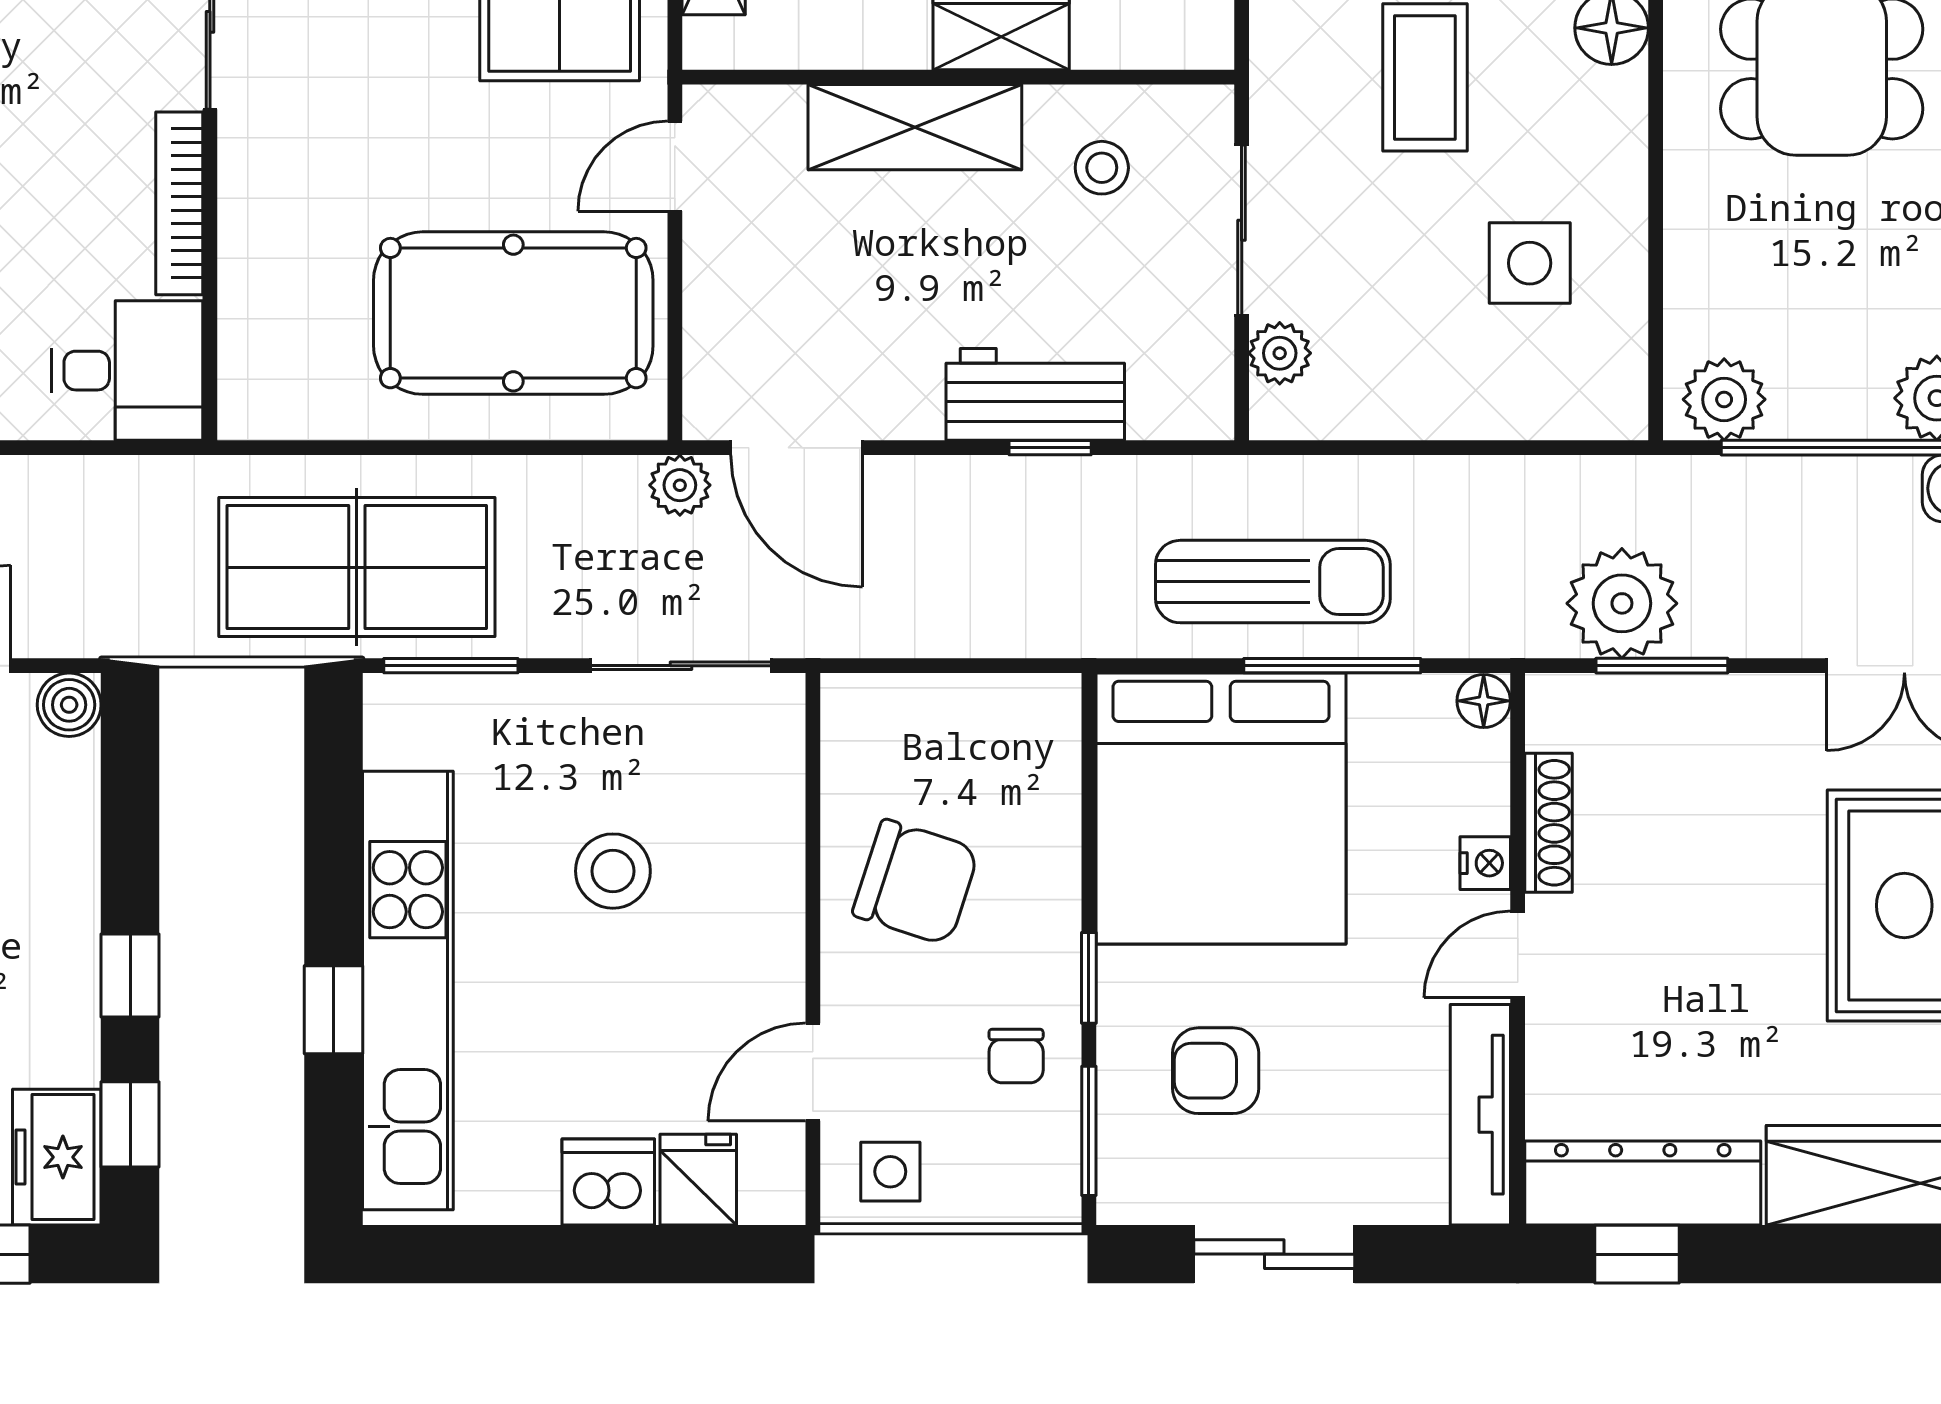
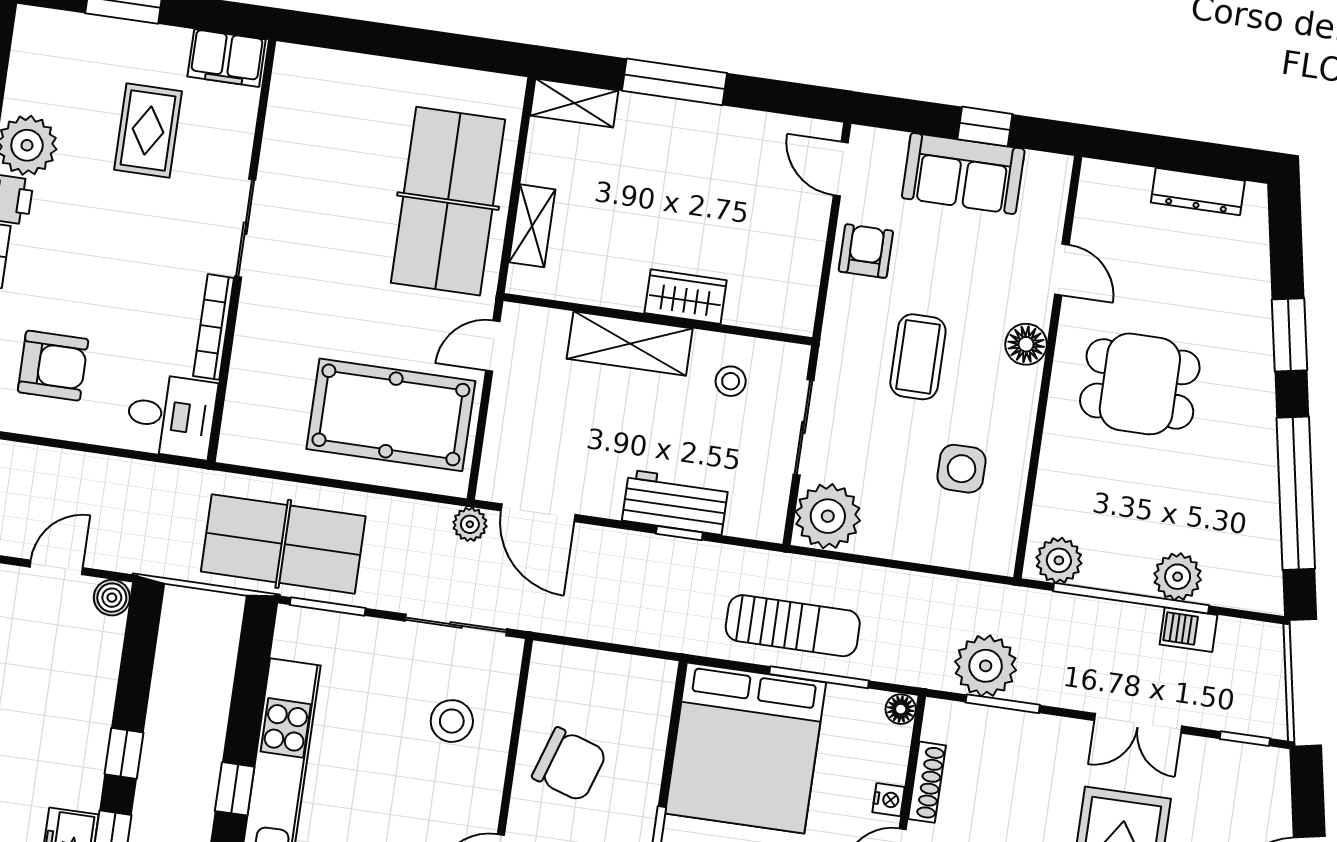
plant: (1280, 353) -> (828, 516), width x1.87, depth x1.87
stool: (613, 871) -> (452, 721), moved

